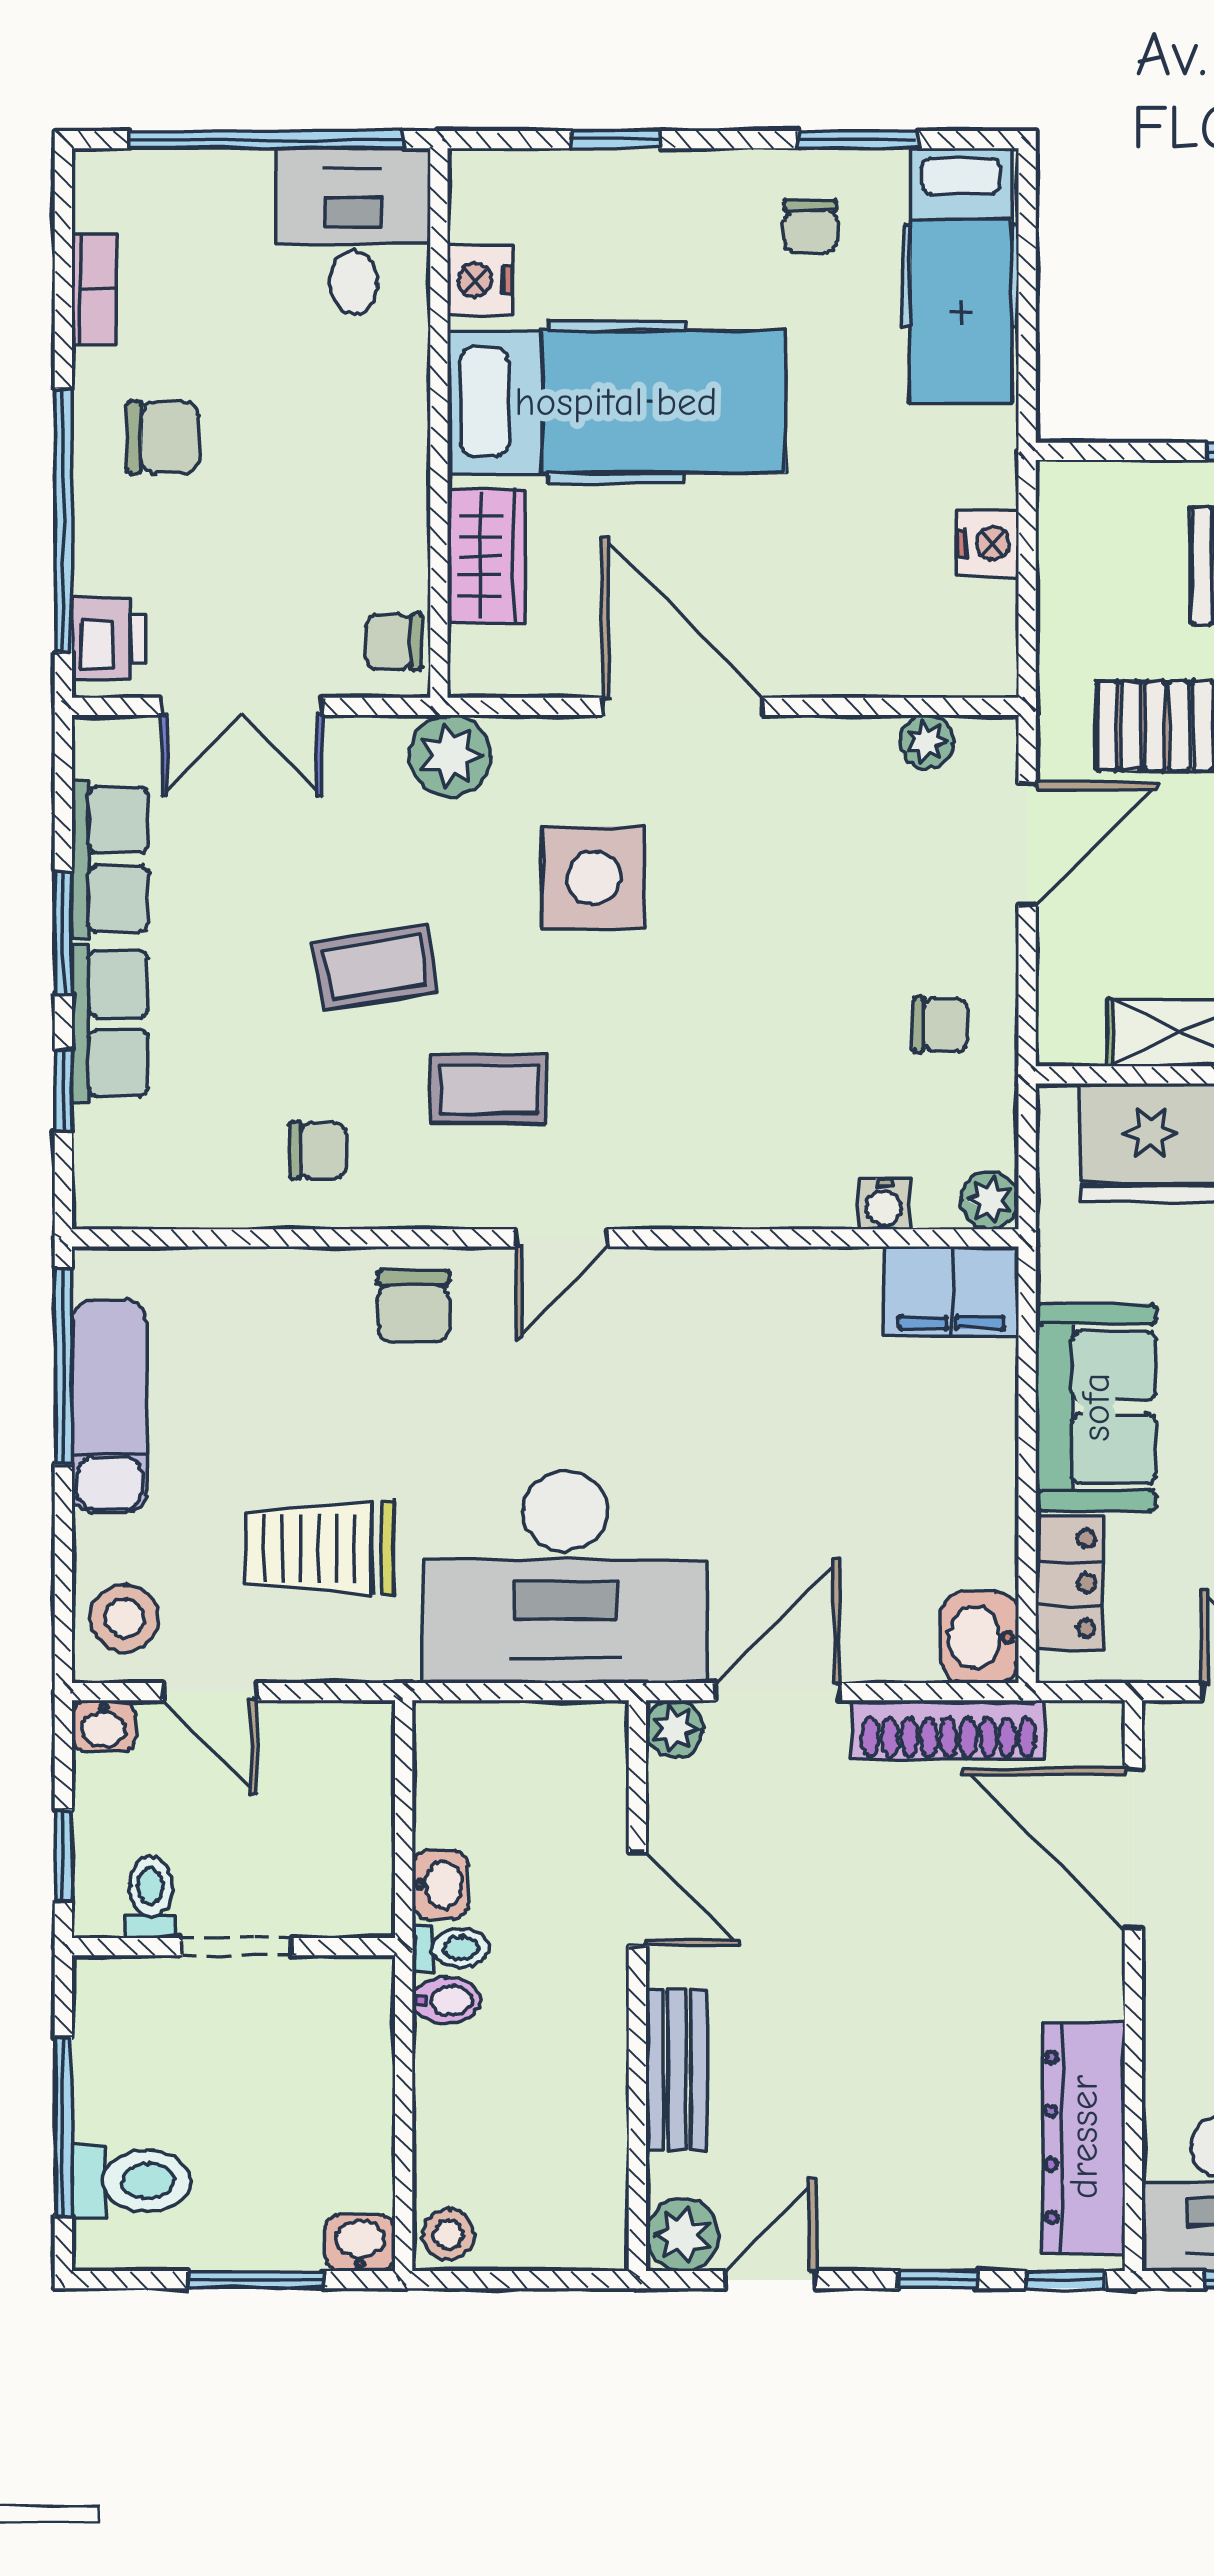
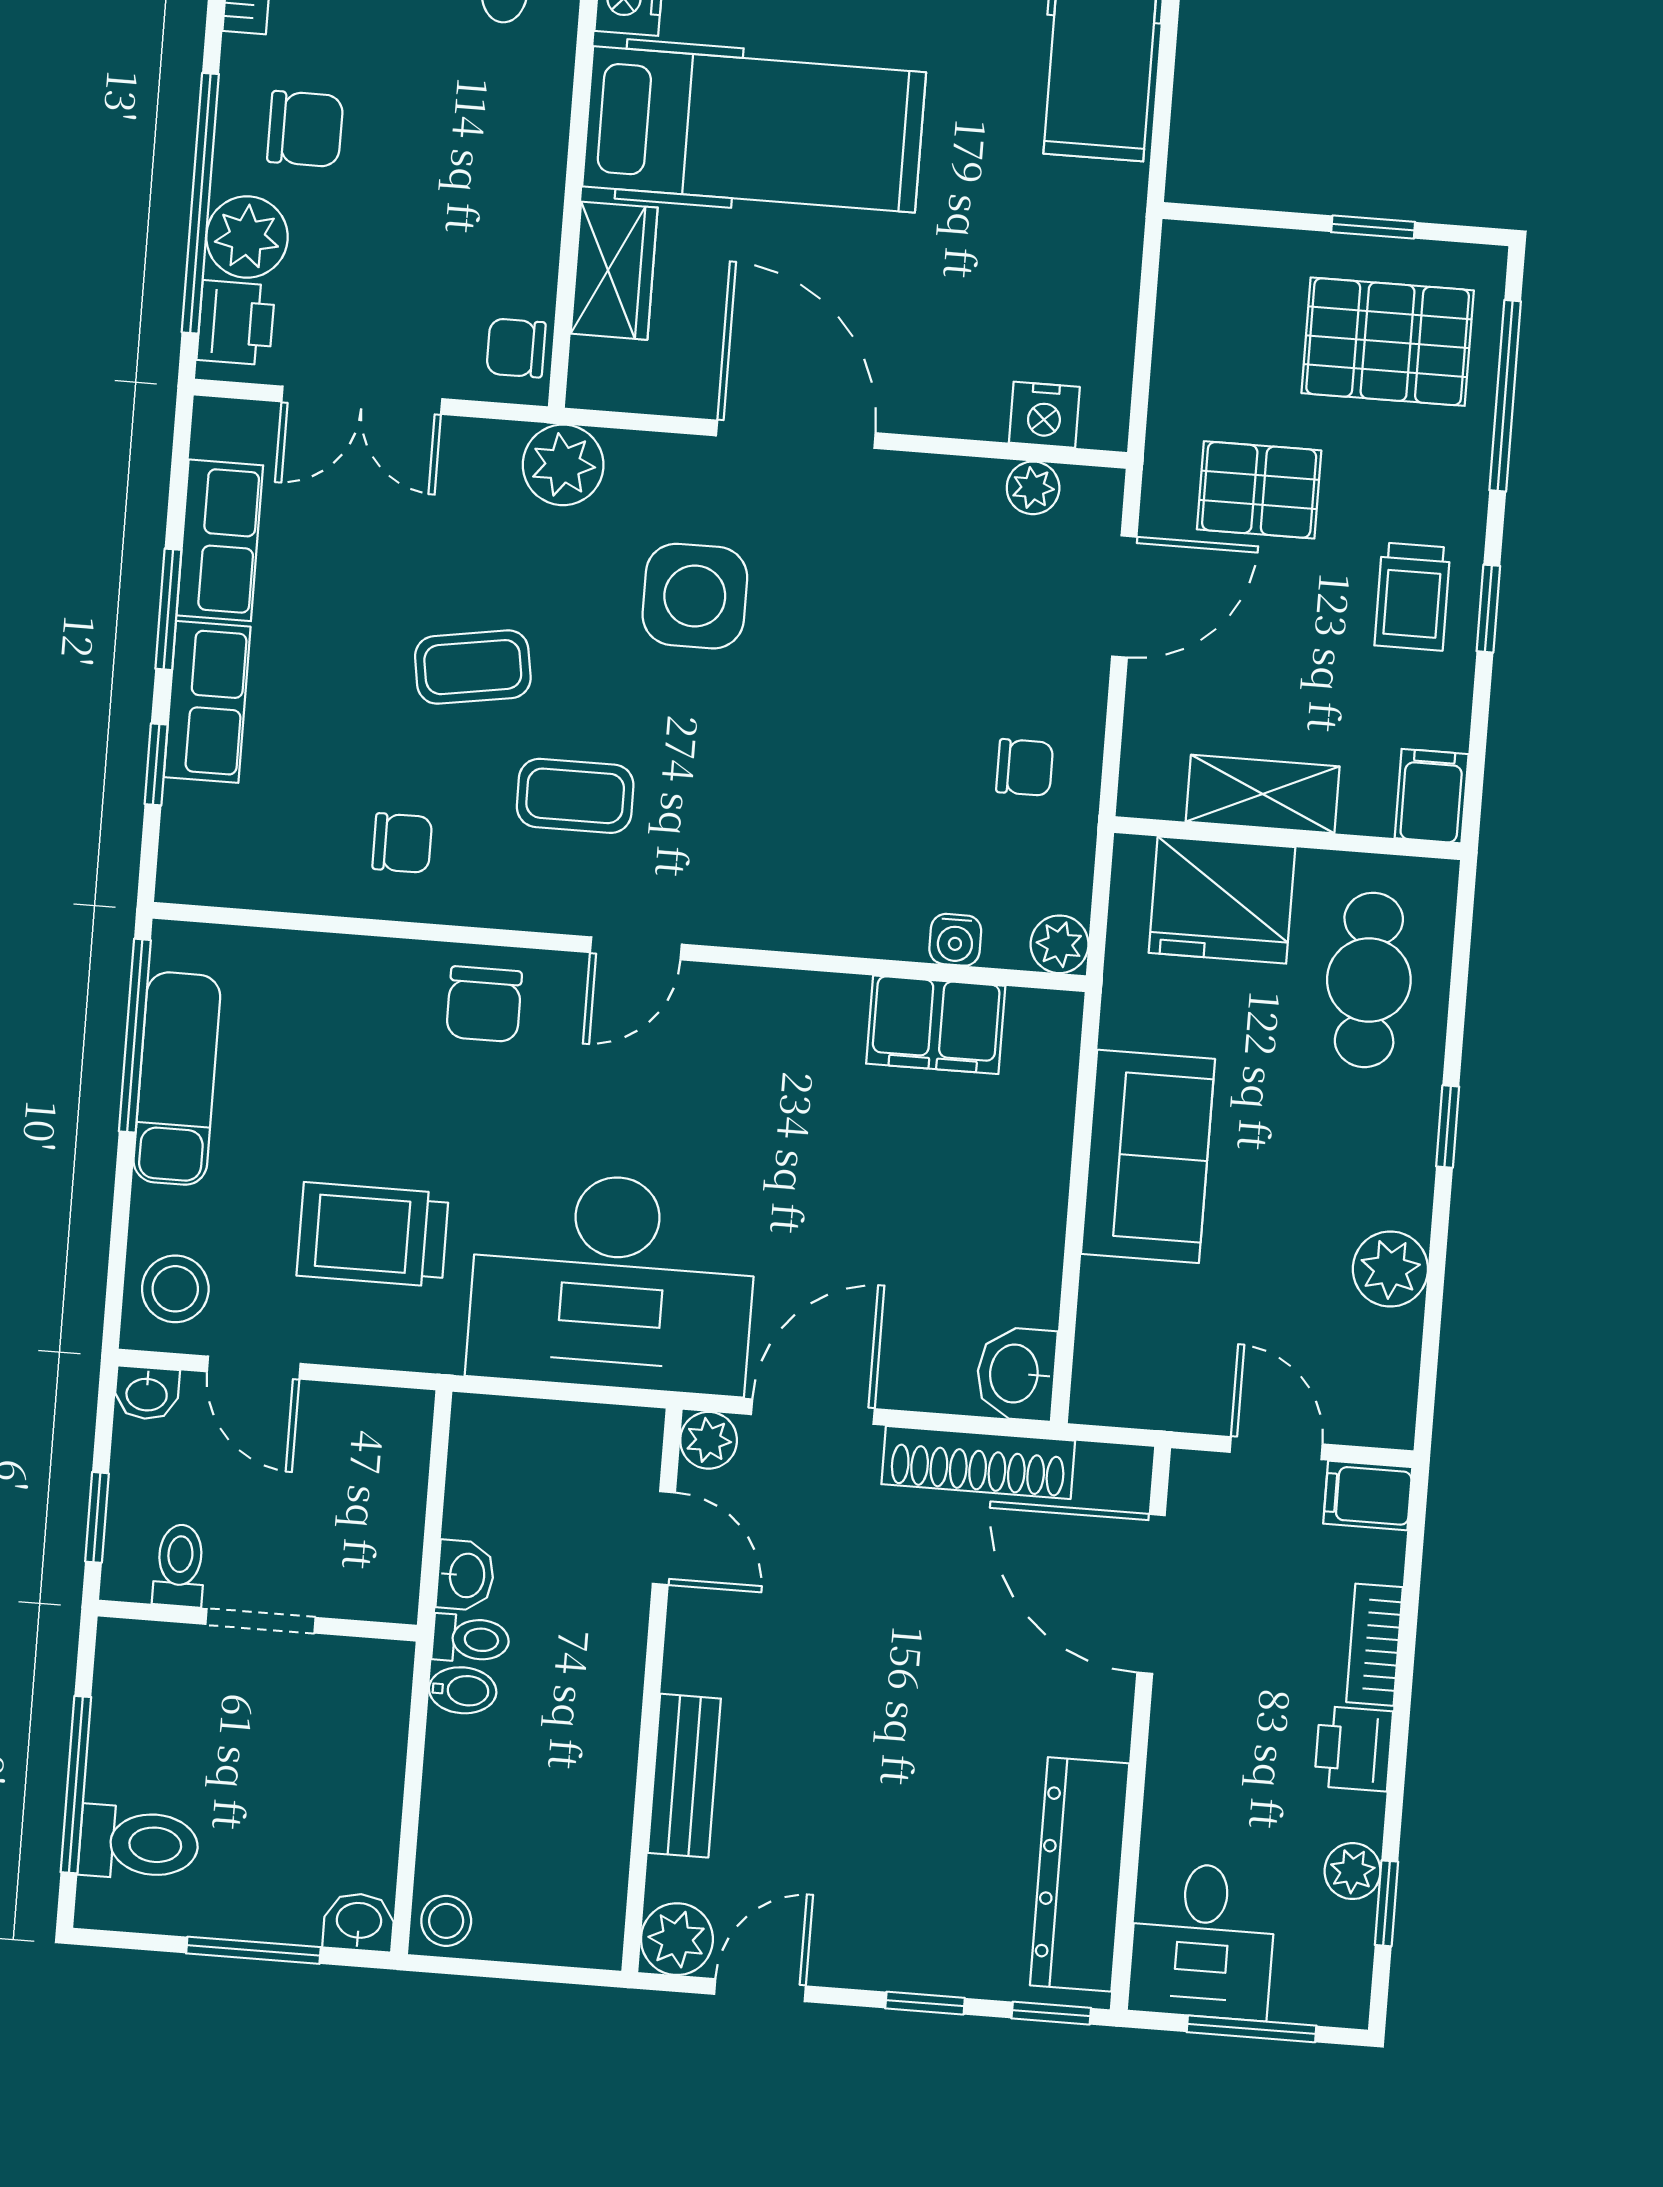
nightstand: (988, 543) -> (1044, 415), moved, turned 90
plant: (113, 551) -> (247, 237), added
filing cabinet: (951, 1291) -> (936, 1025), moved
locker: (1069, 1583) -> (1109, 1328), removed
door: (637, 1899) -> (664, 1538), moved

